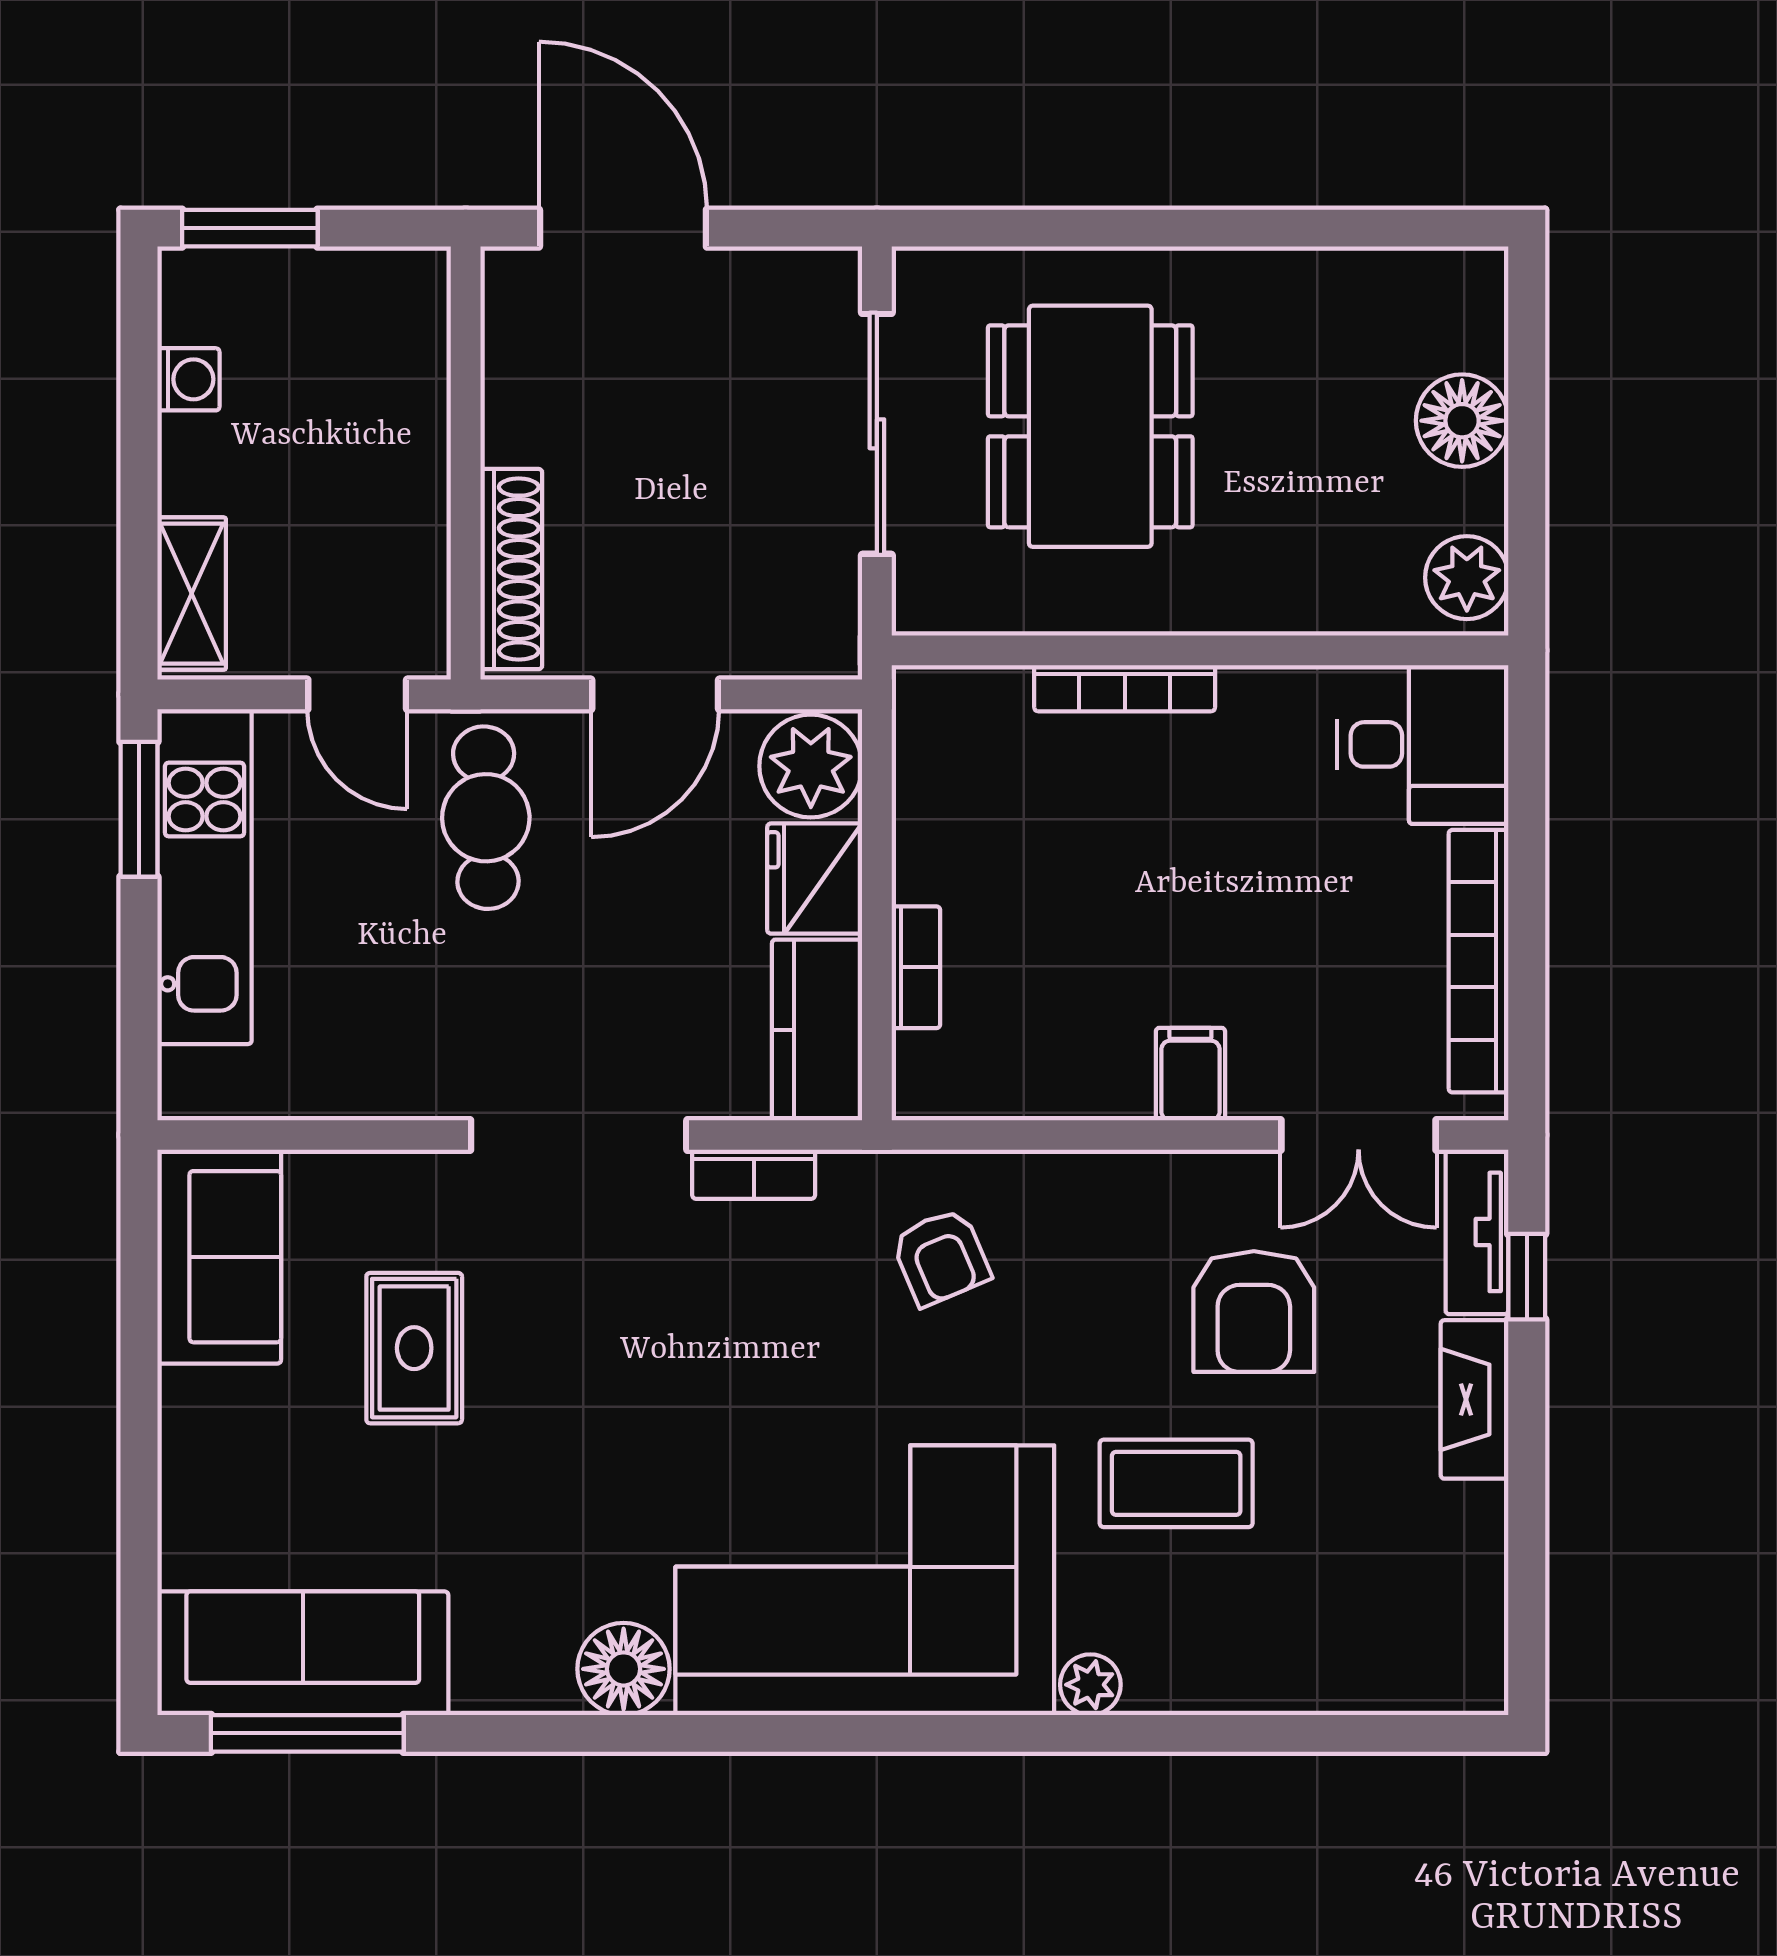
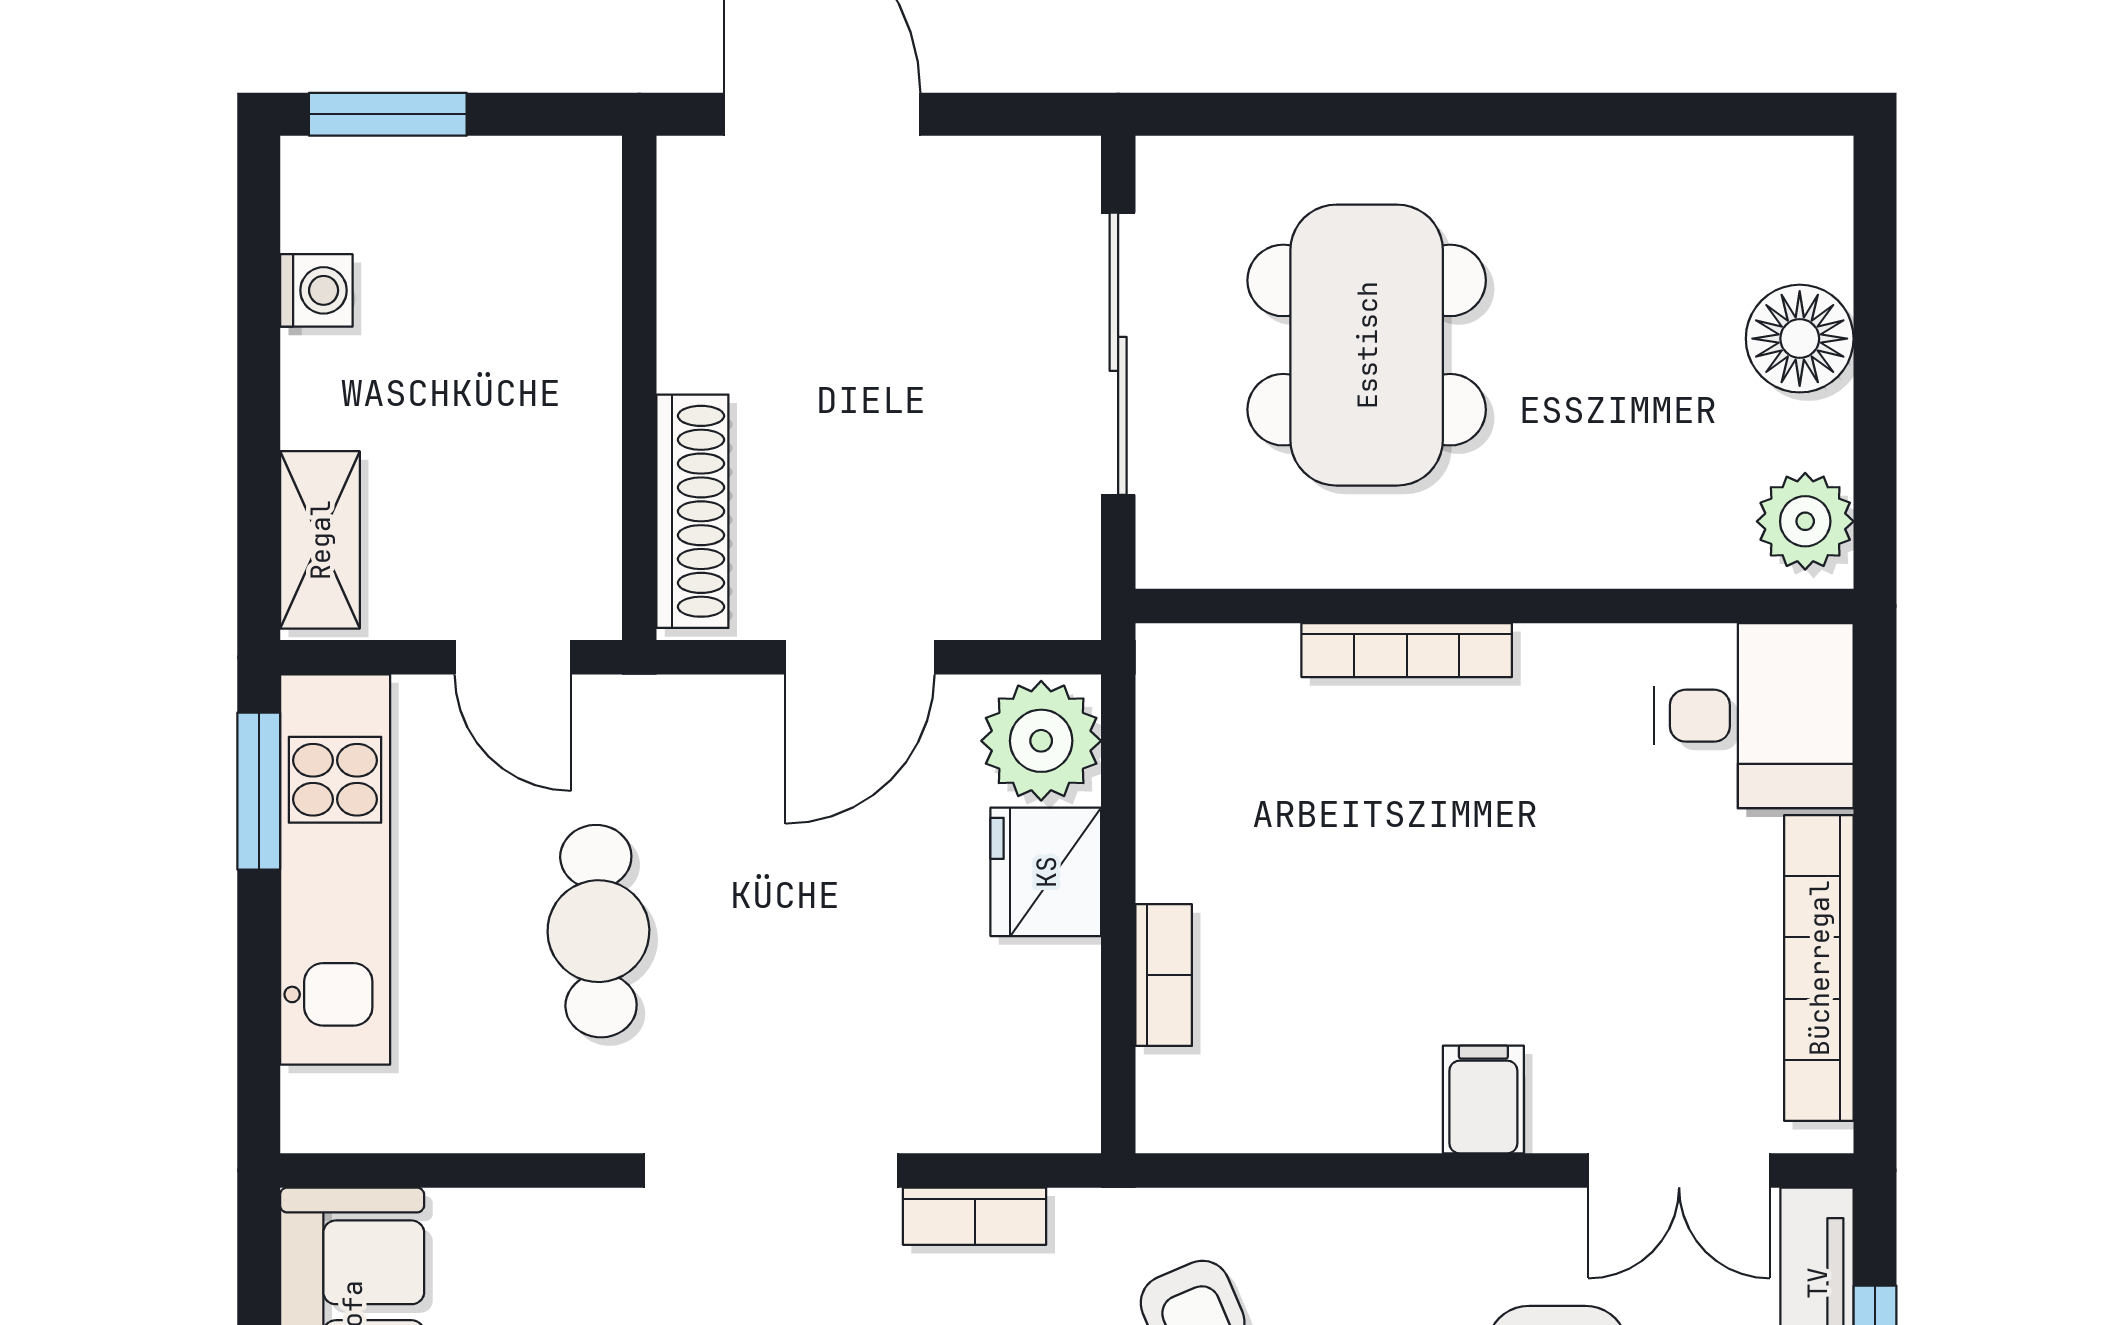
cafe table: (486, 818) -> (598, 931), moved
kitchen counter: (817, 1030) -> (1048, 1048), removed

